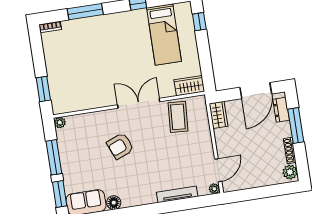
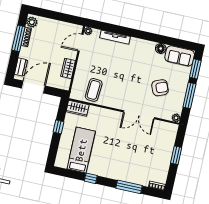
window: (199, 22) -> (59, 127), moved
window: (43, 89) -> (176, 155), moved
double door: (139, 103) -> (139, 115), moved
wardrobe: (218, 115) -> (68, 68), moved
window: (296, 125) -> (18, 38), moved
armchair: (120, 146) -> (160, 88), moved

